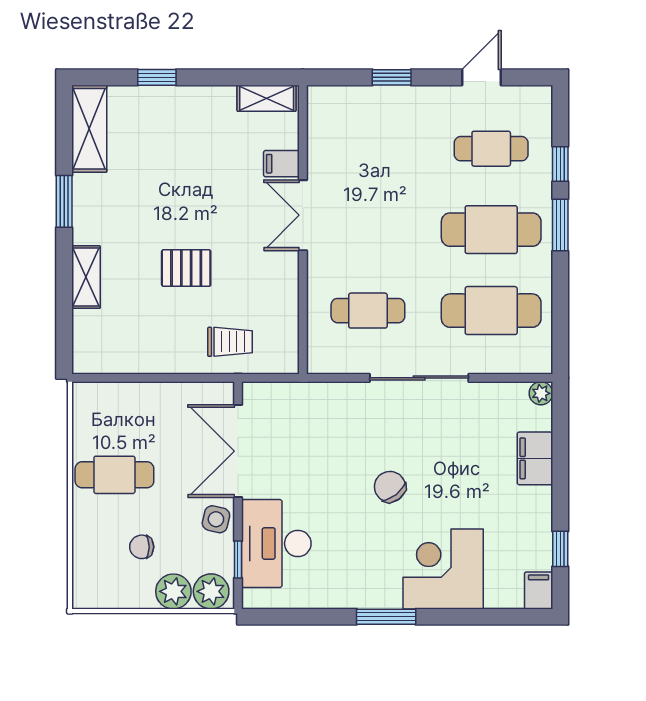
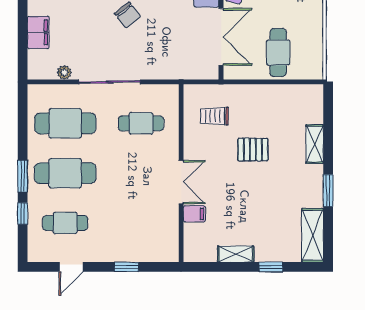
shelving: (267, 98) -> (236, 254), moved
trolley: (230, 342) -> (214, 116), moved
plant: (541, 393) -> (64, 72), moved
cafe table: (114, 475) -> (278, 52), moved, turned 90

